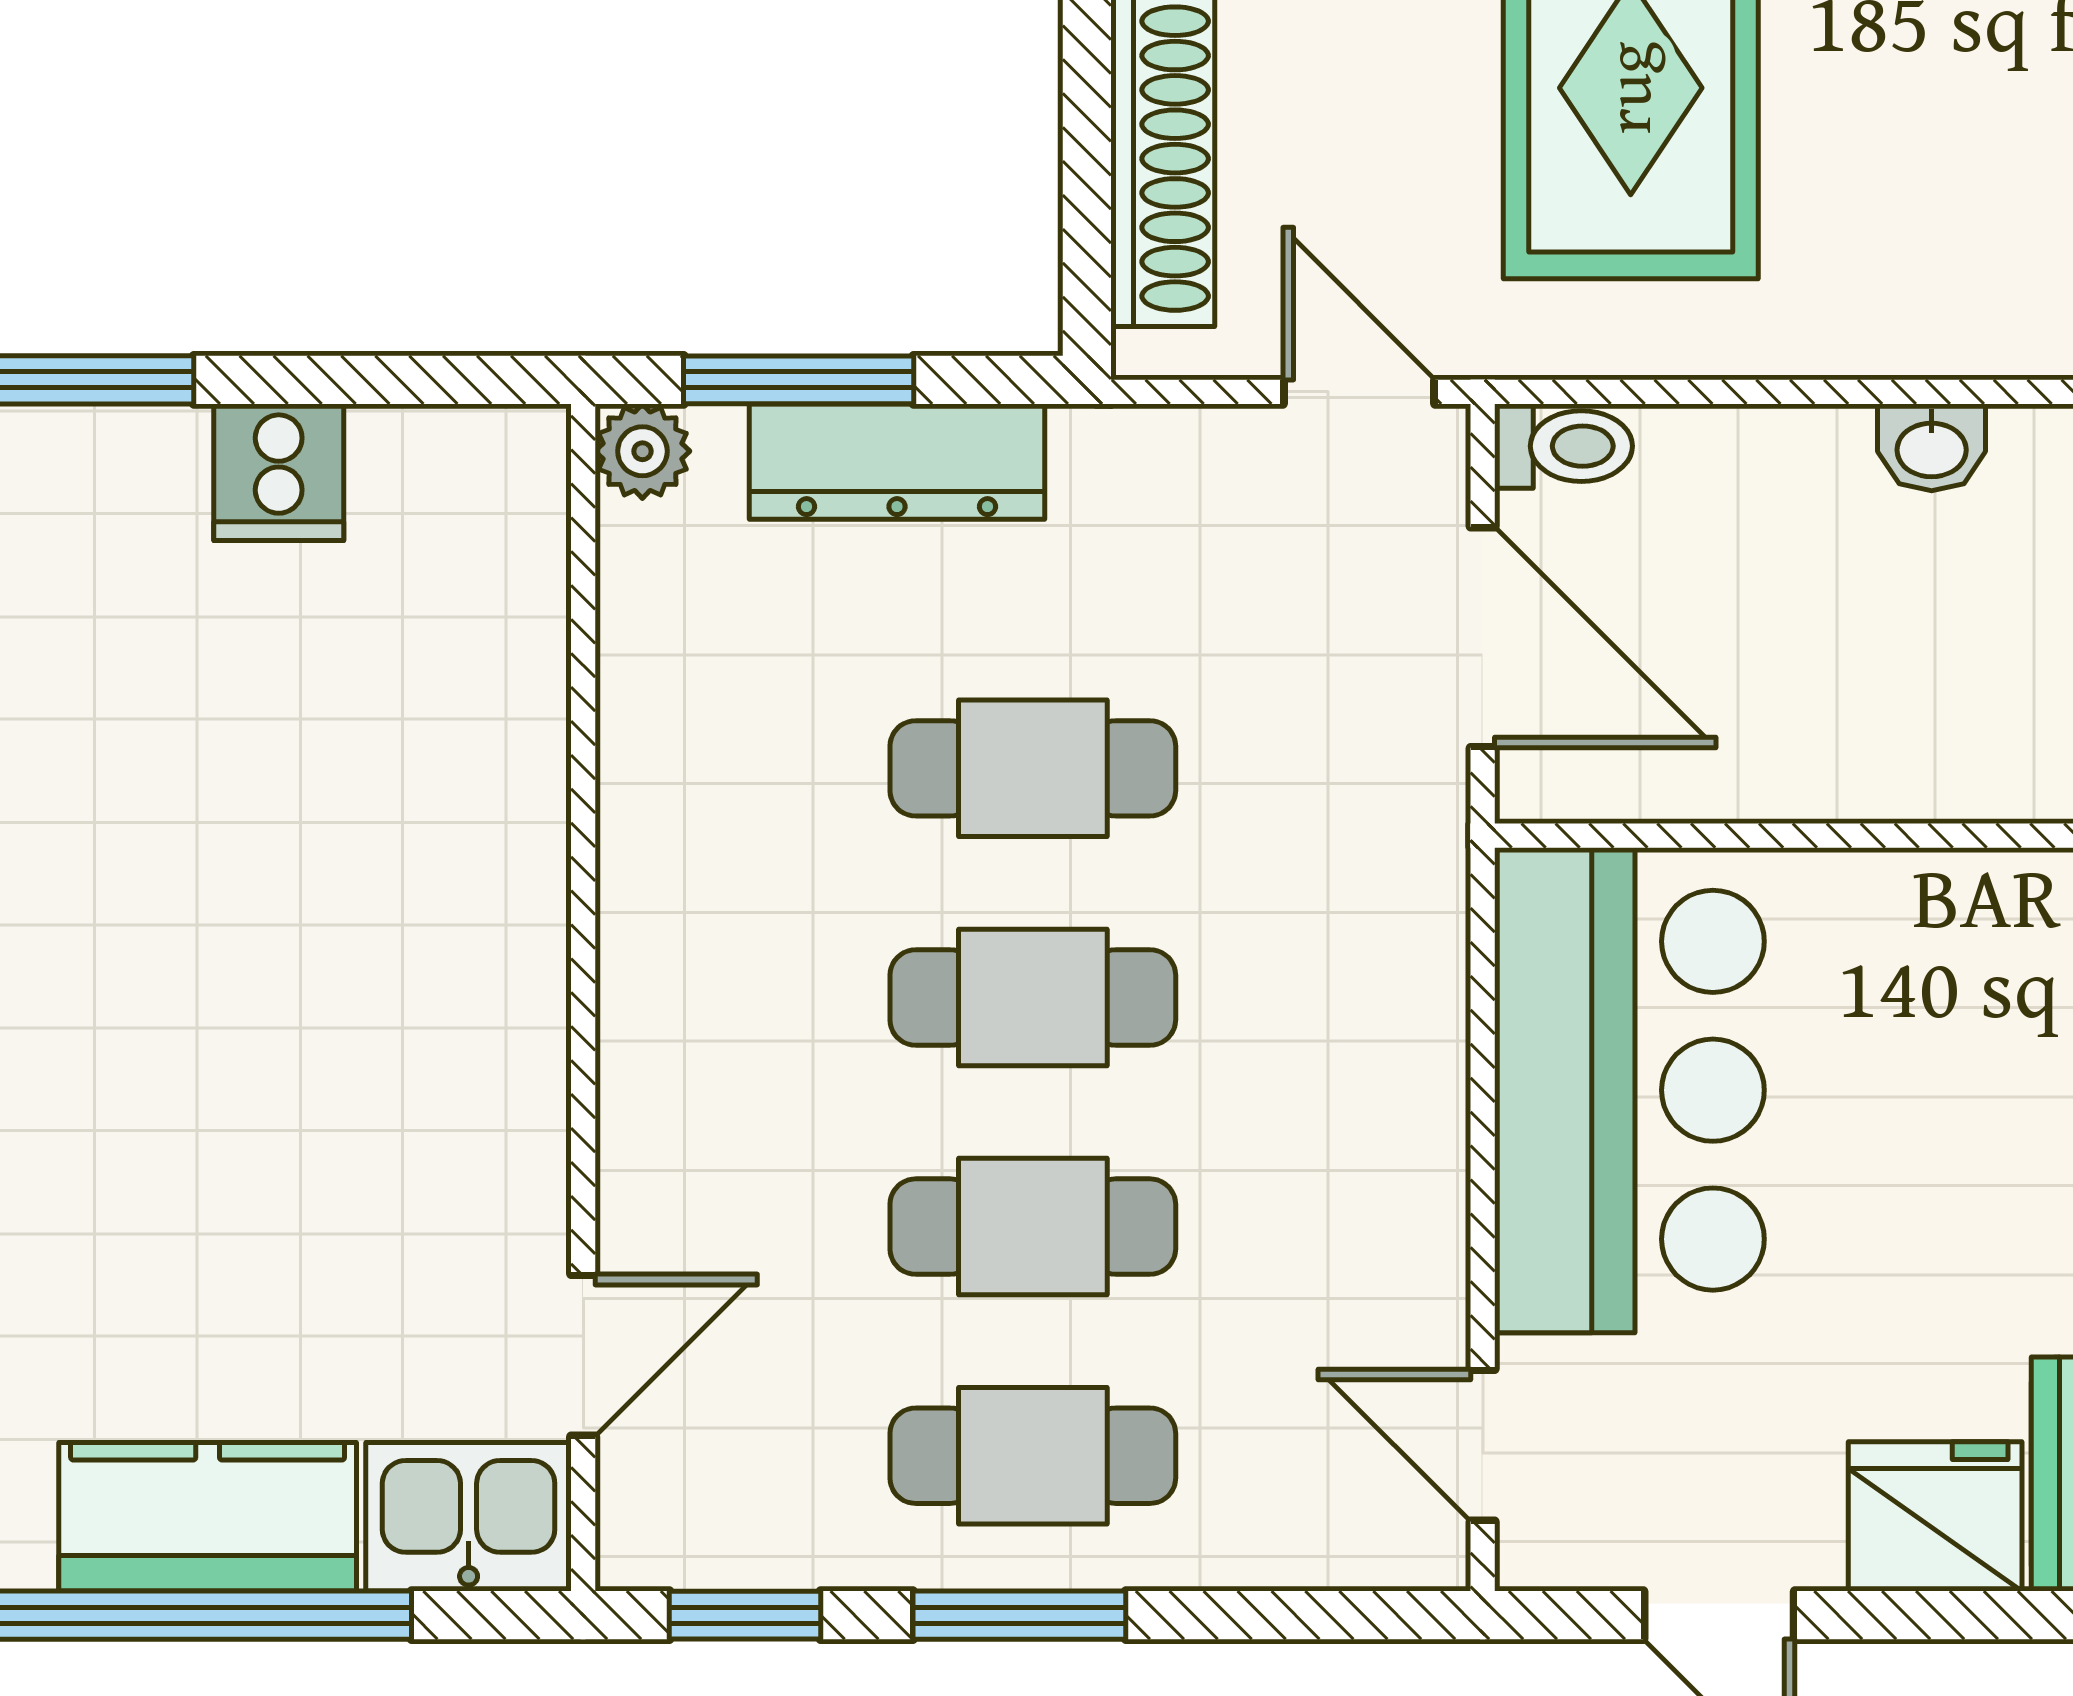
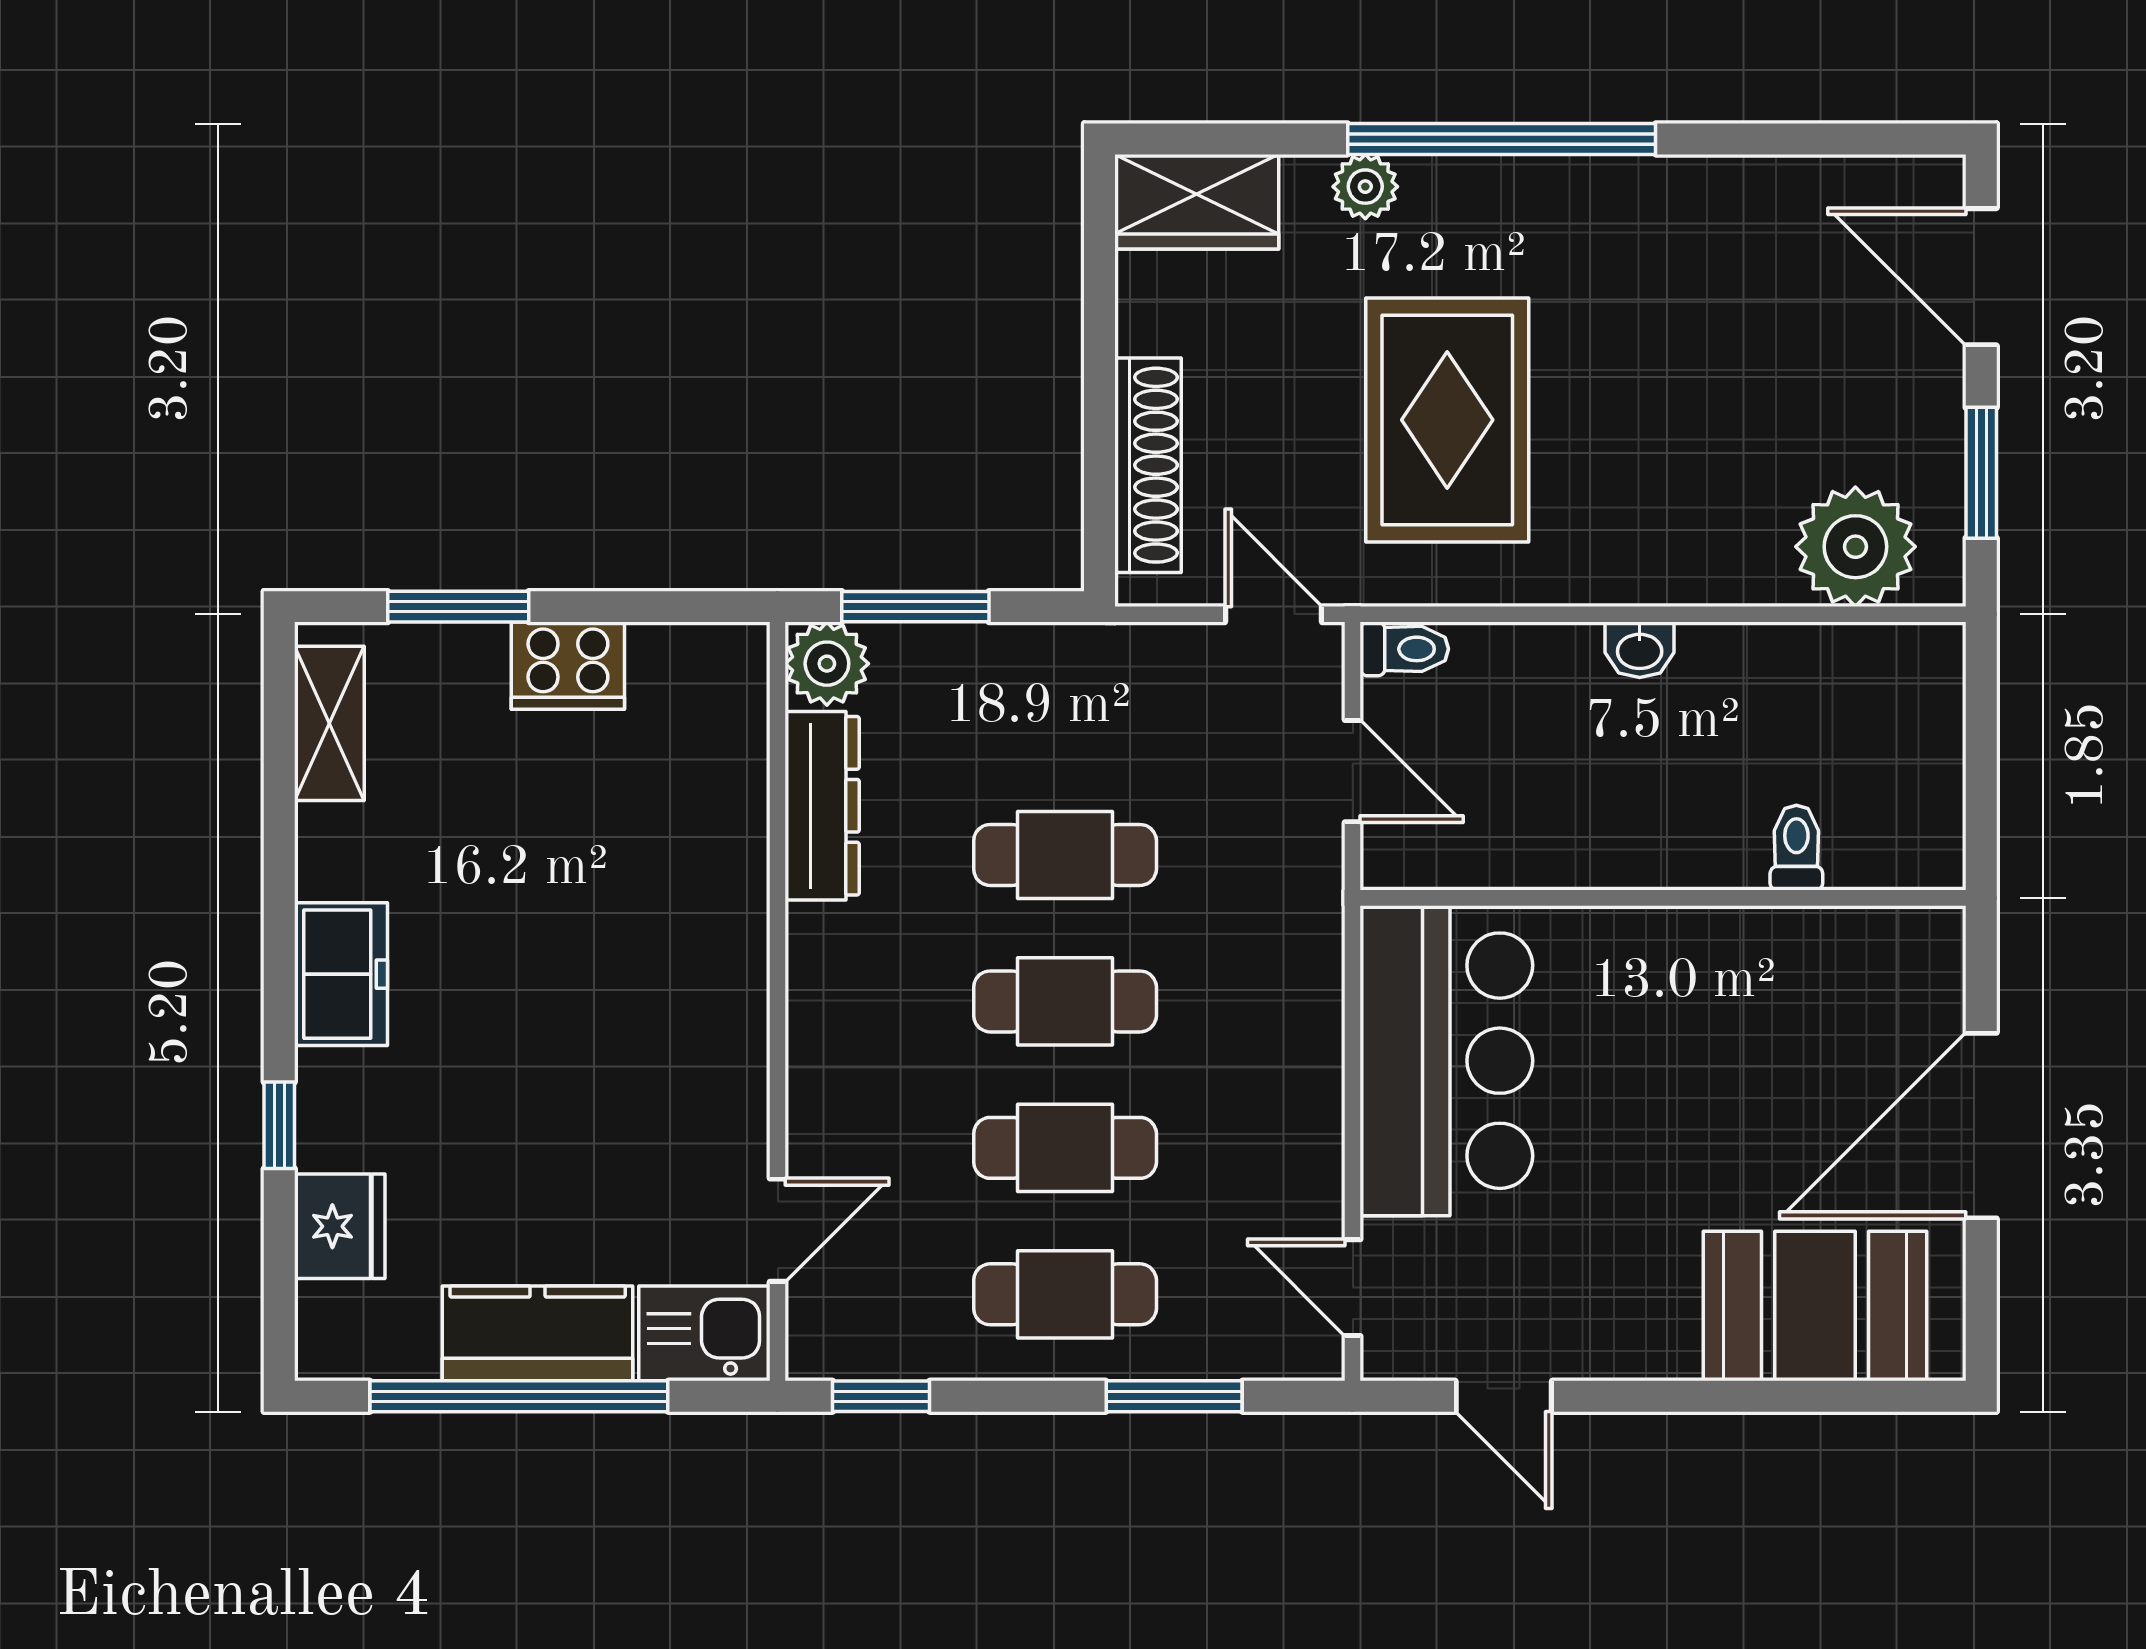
plant: (642, 451) -> (827, 664), width x1.38, depth x1.38
dresser: (897, 462) -> (822, 806), moved, turned -90
cooker: (279, 472) -> (568, 666), width x1.36
door: (1483, 637) -> (1353, 771), width x0.73
fridge: (1935, 1516) -> (1642, 1333), removed
window: (1019, 1615) -> (1174, 1396), moved

